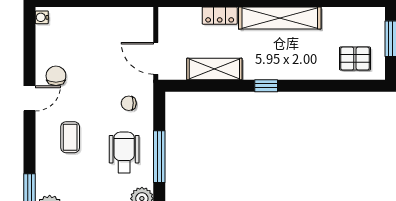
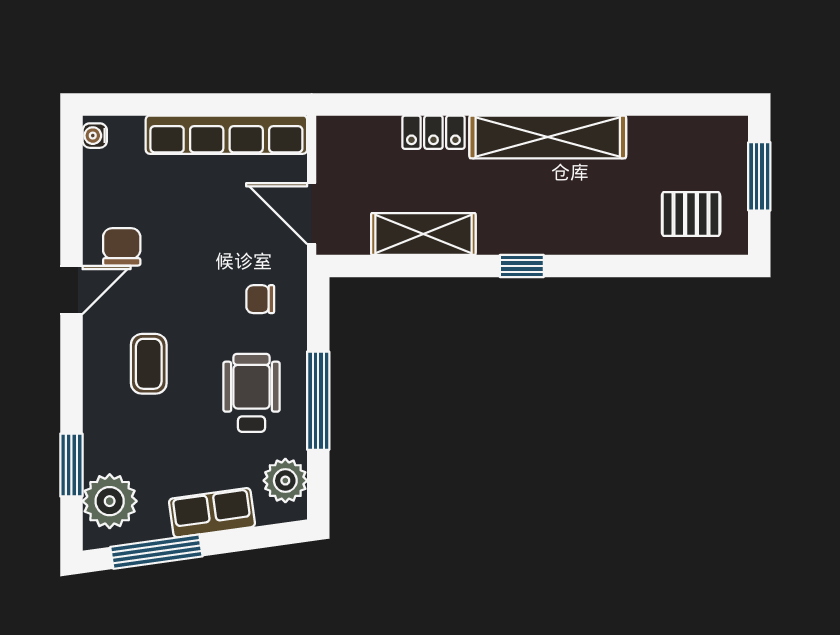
row of seats: (111, 17) -> (226, 135), added

